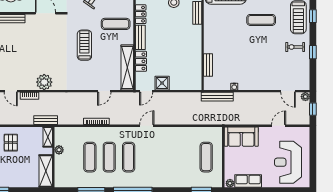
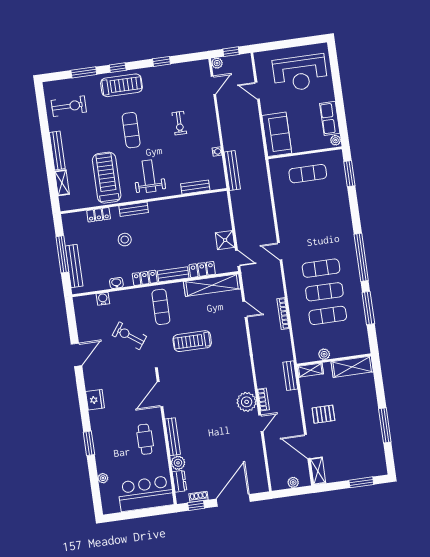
weight bench: (222, 29) -> (149, 176), added
exercise bike: (295, 47) -> (179, 123), moved
plant: (44, 82) -> (247, 402), moved

